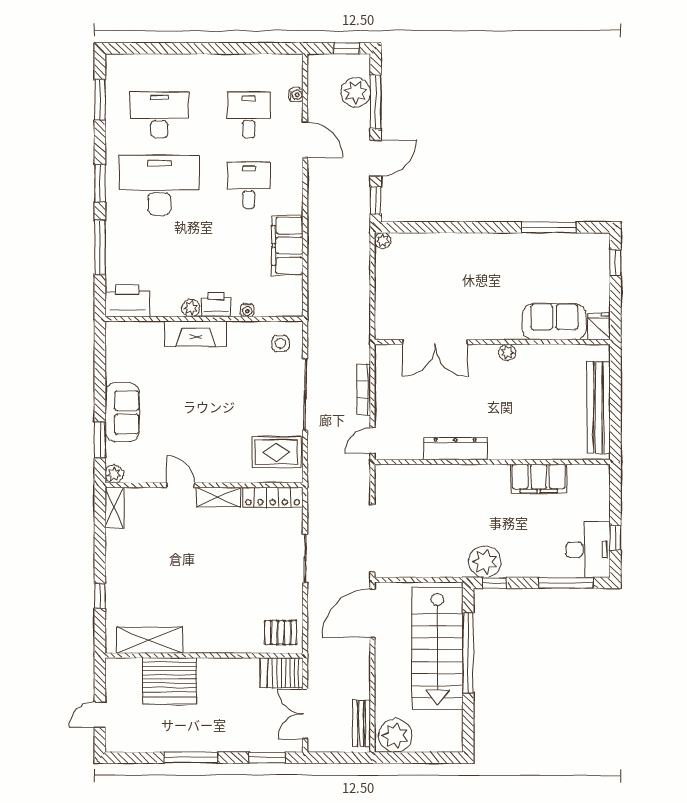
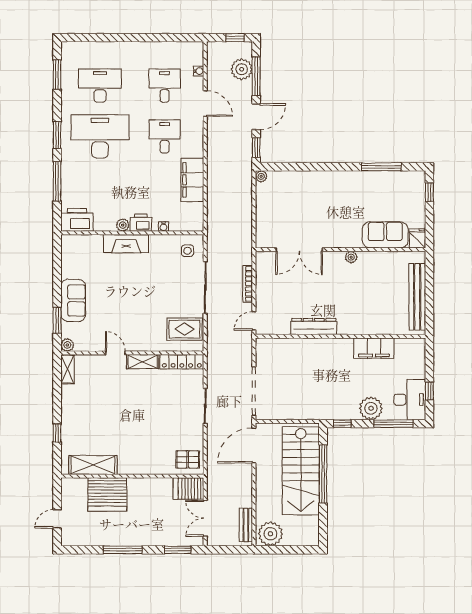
plant: (485, 562) -> (371, 408), moved

